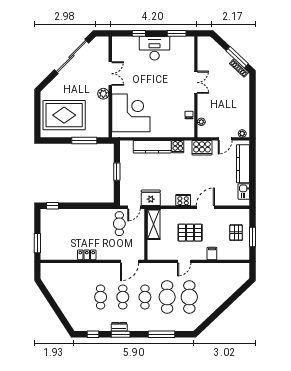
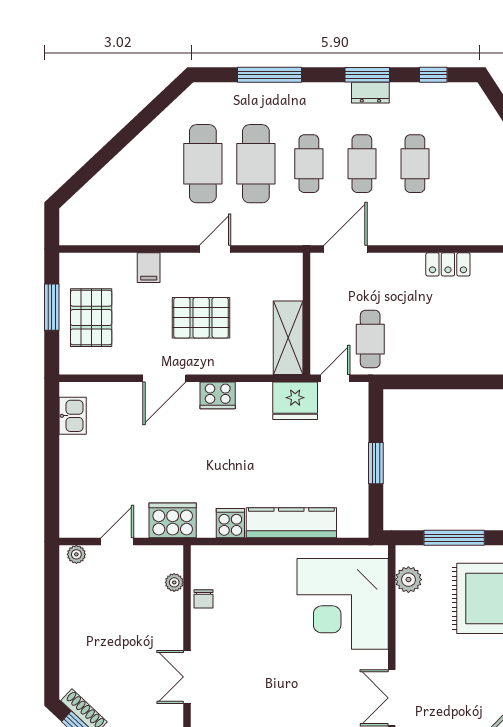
plant: (103, 94) -> (408, 580), moved
kitchen counter: (243, 164) -> (74, 482), removed
pallet: (236, 233) -> (91, 318), width x1.50, depth x1.42

